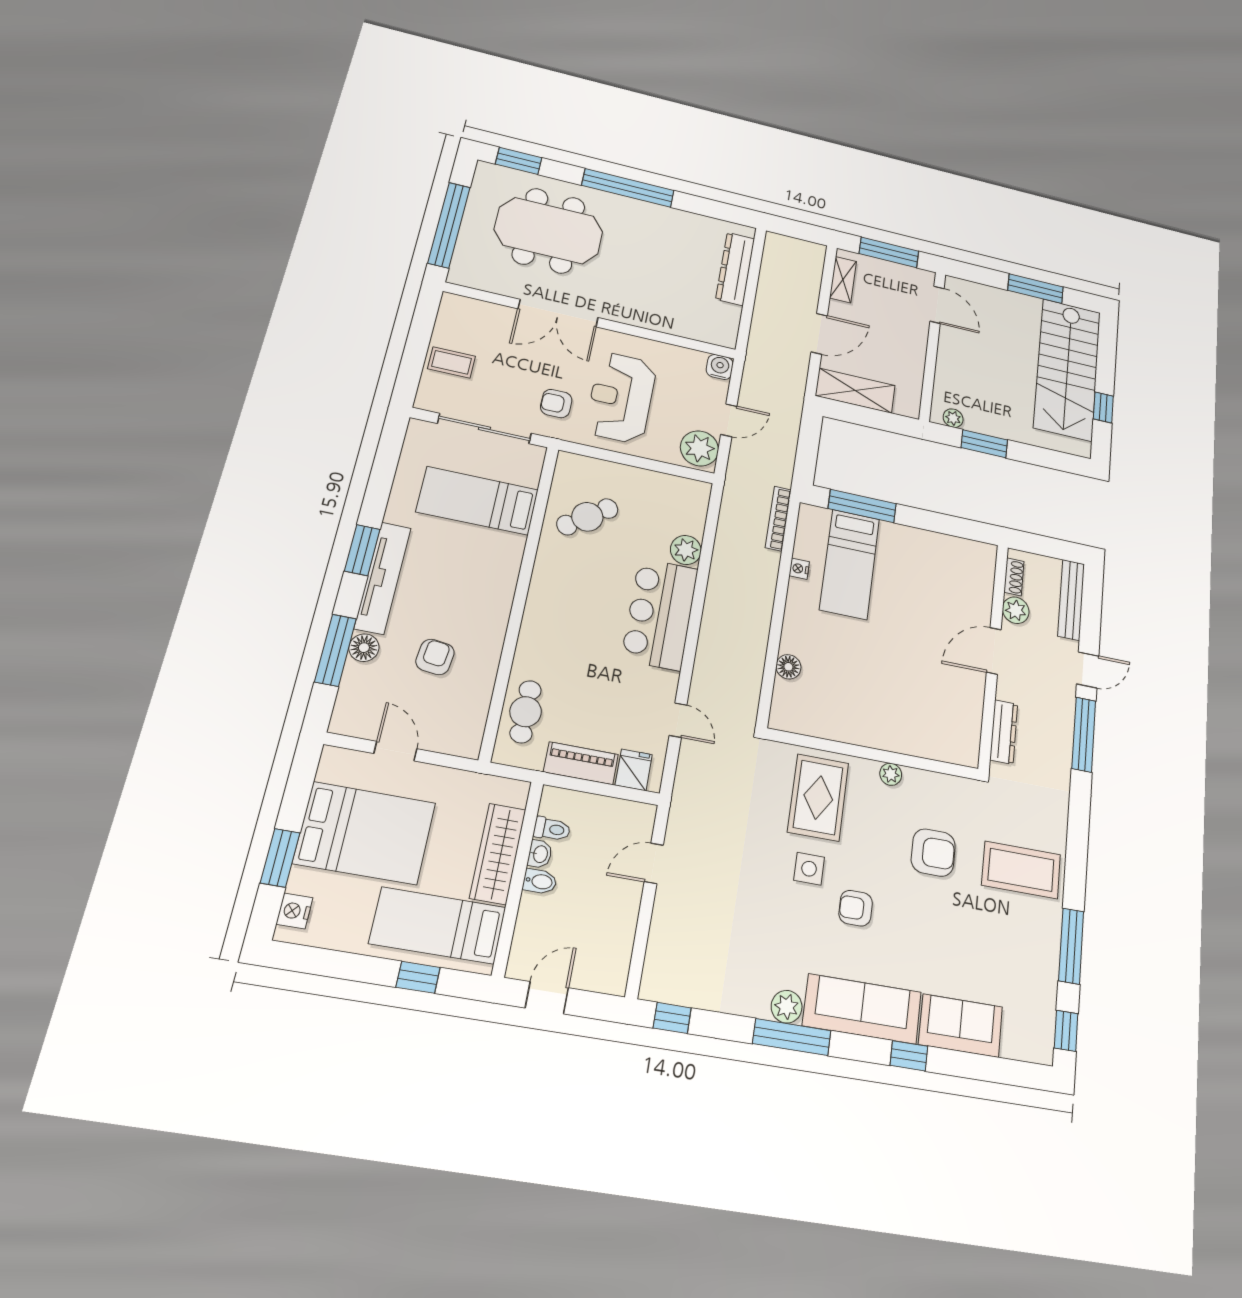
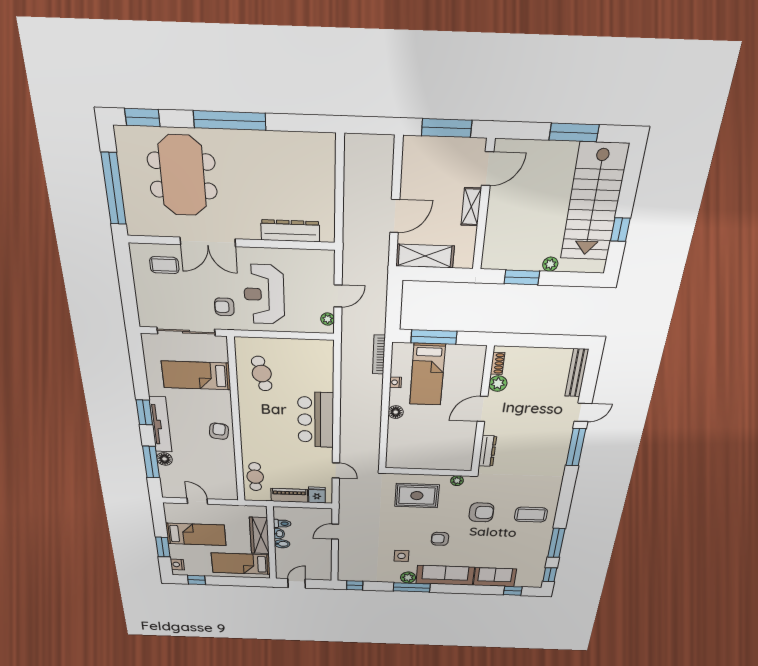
meeting table: (549, 231) -> (182, 176), turned 90
dresser: (735, 269) -> (290, 231), moved, turned 90
shelving: (843, 280) -> (471, 207), moved
door: (937, 305) -> (488, 169), hinge flipped
coffee table: (452, 362) -> (164, 265), moved
water cooler: (720, 367) -> (326, 258), removed
plant: (953, 418) -> (550, 264), moved
plant: (699, 448) -> (328, 319), width x0.53, depth x0.53
cafe table: (587, 517) -> (262, 374), turned -67
plant: (686, 550) -> (324, 383), removed
shoe rack: (1014, 577) -> (498, 363), moved
plant: (1016, 610) -> (498, 384), moved
door: (994, 651) -> (482, 409), moved
wall: (993, 655) -> (482, 411), moved
armchair: (435, 657) -> (219, 431), moved
floor lamp: (788, 667) -> (396, 412), moved
dresser: (1004, 732) -> (487, 451), moved
rug: (818, 797) -> (417, 496), turned 90
bed: (365, 833) -> (196, 534), width x0.67
side table: (809, 869) -> (401, 556), moved
coffee table: (1021, 870) -> (531, 515), width x0.73, depth x0.76
window: (418, 977) -> (197, 580), moved
window: (909, 1056) -> (513, 591), moved

